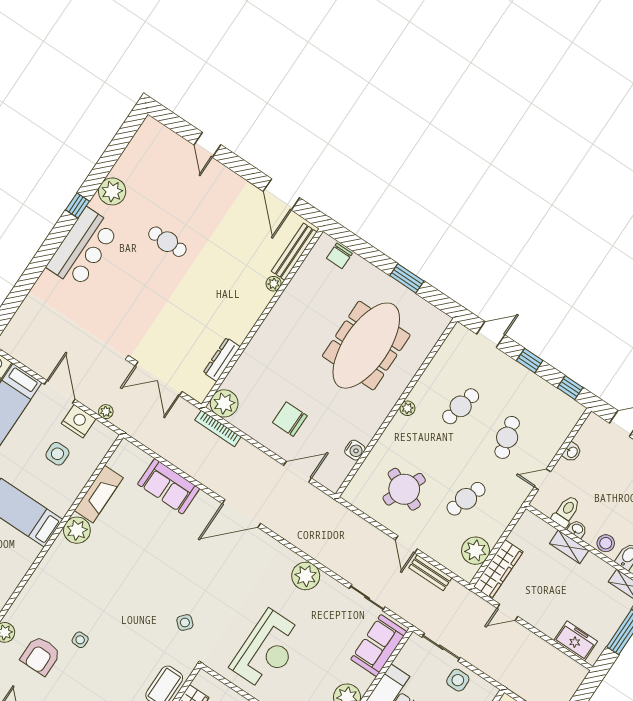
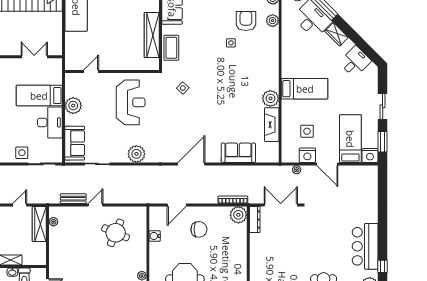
dresser: (222, 360) -> (255, 220), moved
cafe table: (466, 499) -> (80, 249), removed
door: (406, 544) -> (95, 205), hinge flipped
plant: (475, 551) -> (53, 222), width x0.53, depth x0.53
reception desk: (267, 650) -> (131, 102), turned 180

